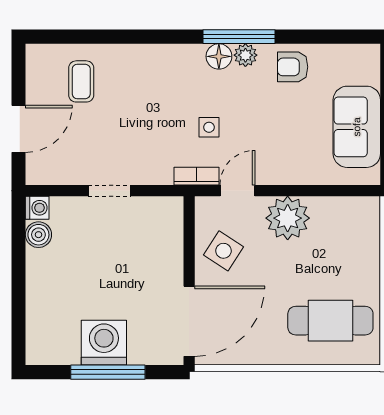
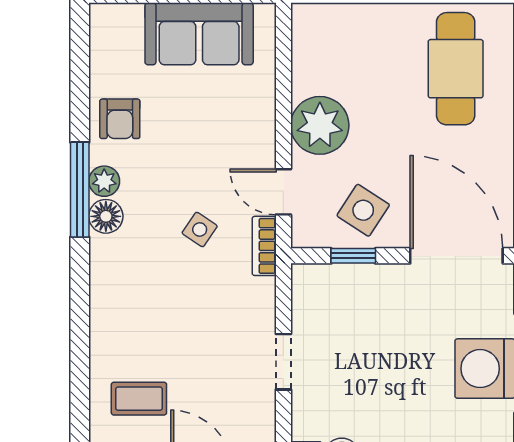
side table: (209, 127) -> (200, 230), turned 34
window: (189, 243) -> (353, 256), added

